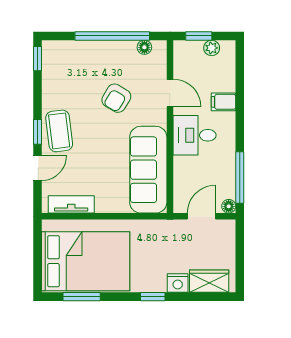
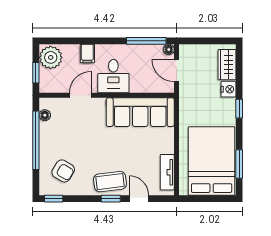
plant: (212, 48) -> (51, 57), width x1.87, depth x1.87
armchair: (116, 98) -> (63, 171), moved

